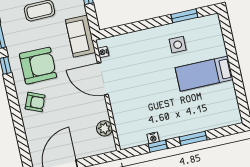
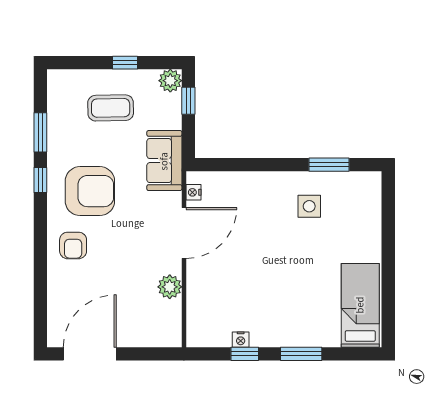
bed: (204, 74) -> (360, 305), moved, turned 90
door: (103, 79) -> (184, 233), swing flipped
armchair: (35, 102) -> (73, 245), turned 67
plant: (104, 128) -> (170, 287), moved

